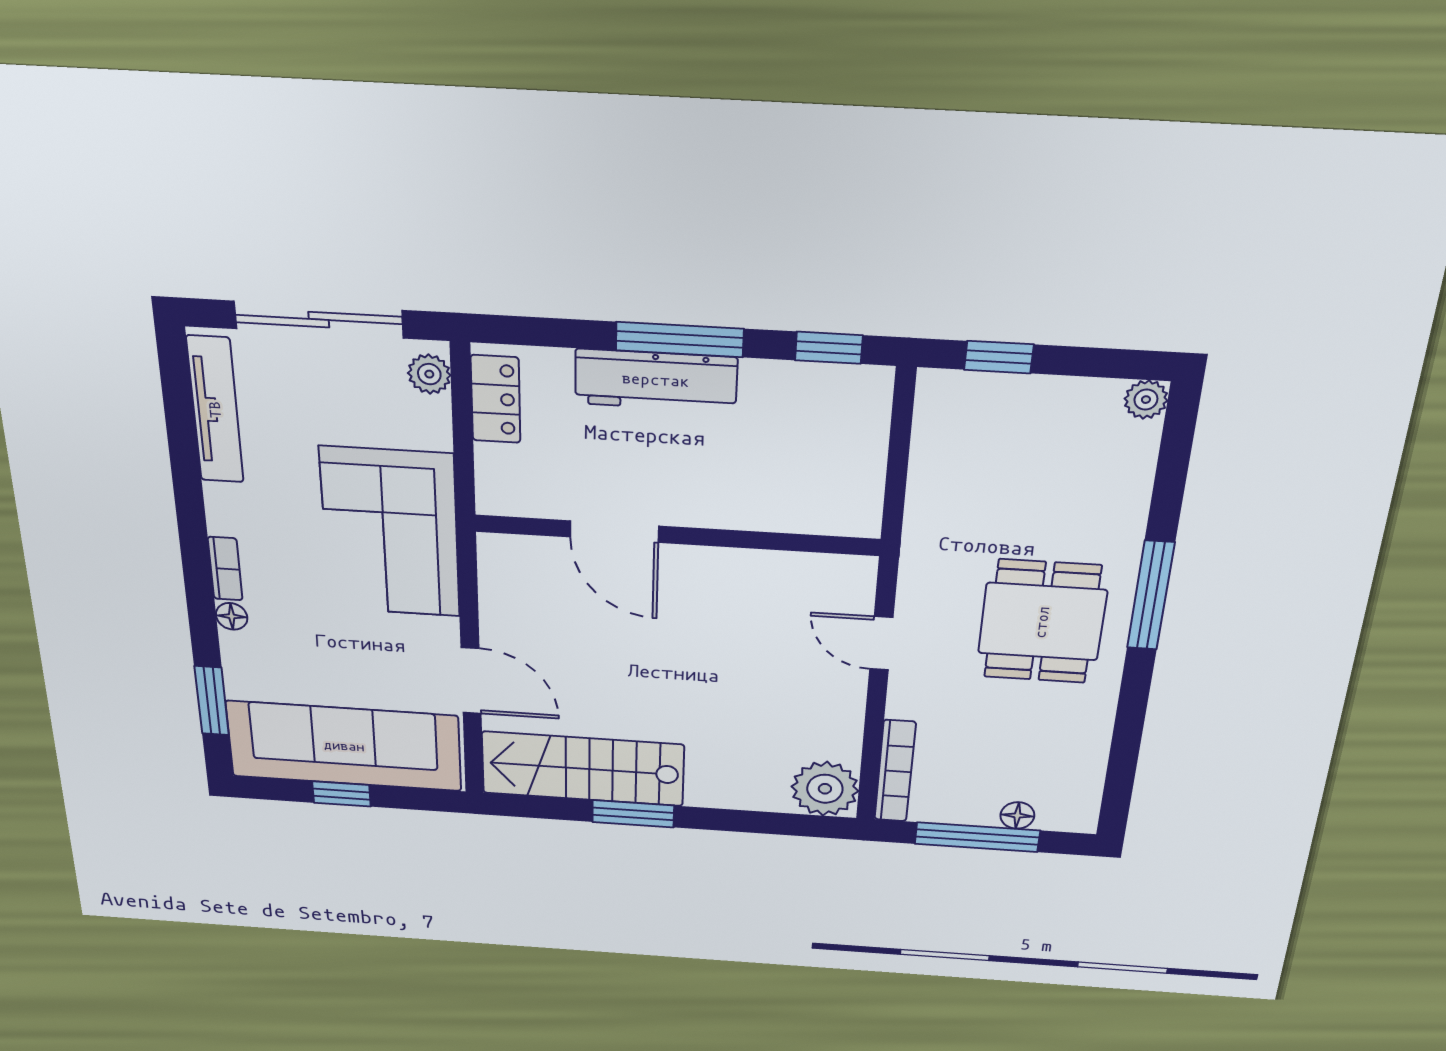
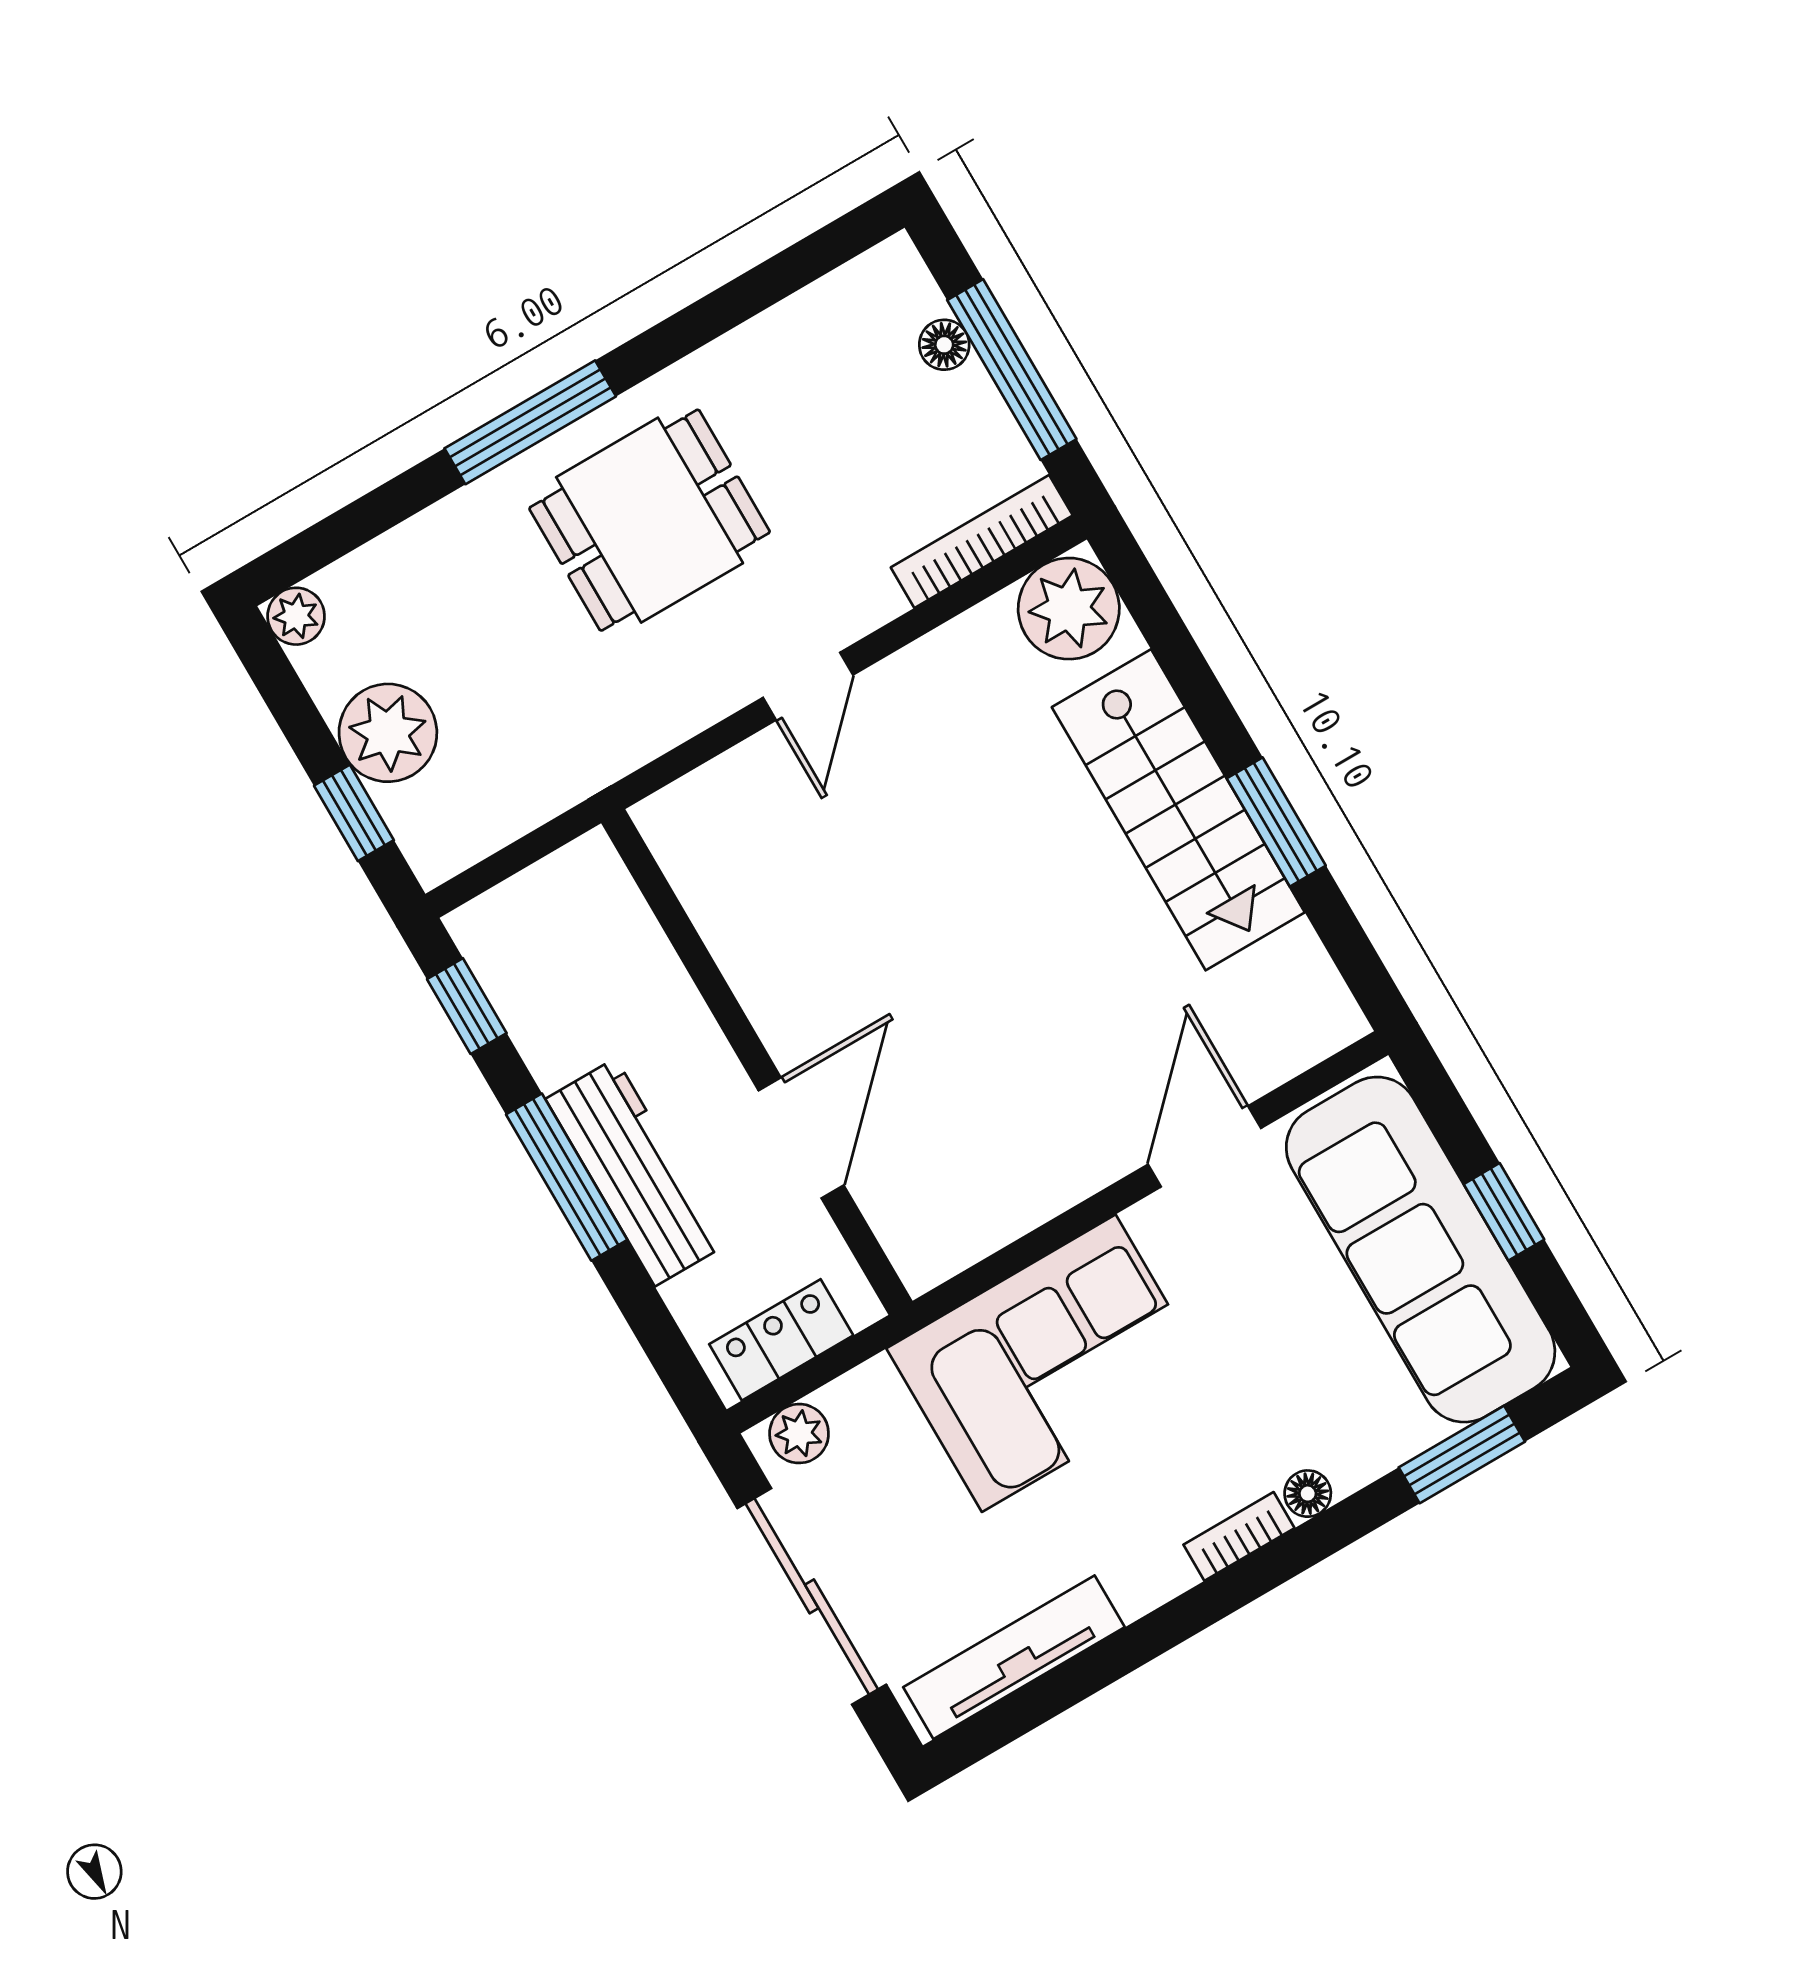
plant: (1032, 407) -> (388, 733), added
door: (614, 532) -> (801, 1138), moved
wall: (677, 535) -> (757, 1062), moved
stairs: (583, 769) -> (1178, 810), moved

